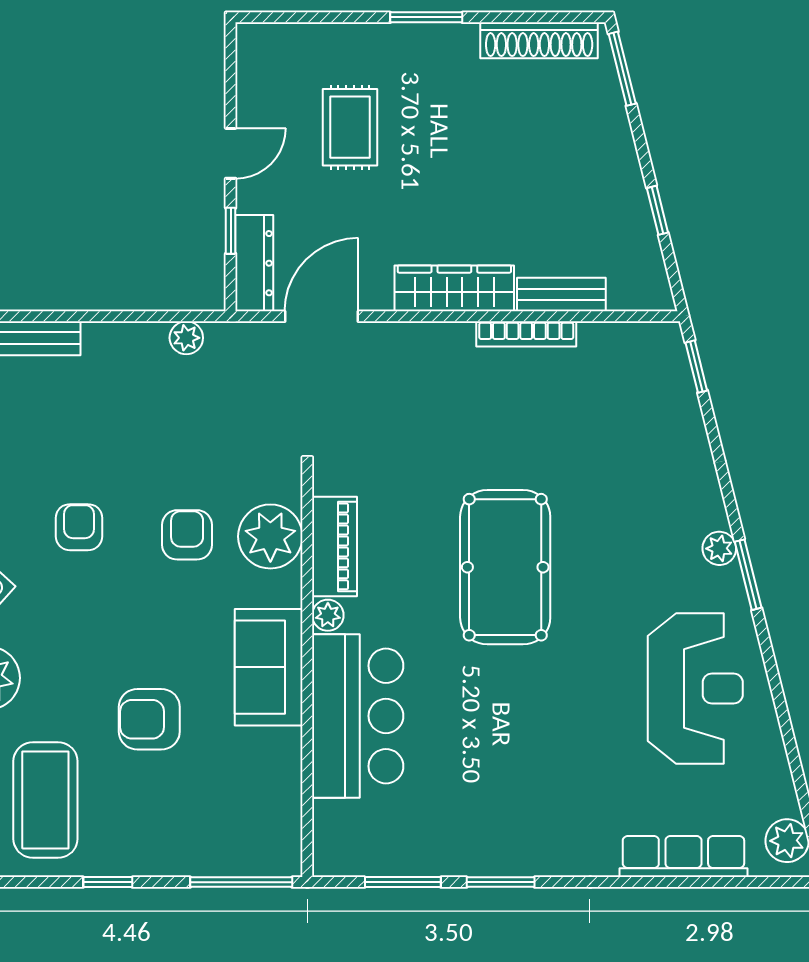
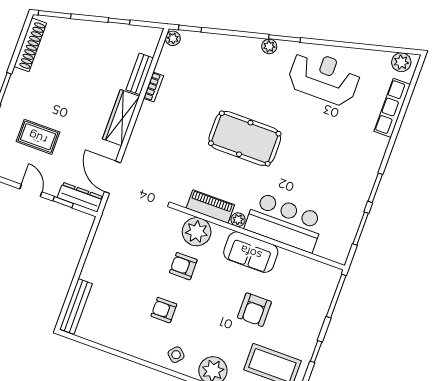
bookcase: (526, 334) -> (153, 87), width x0.64
plant: (186, 338) -> (173, 38), moved

